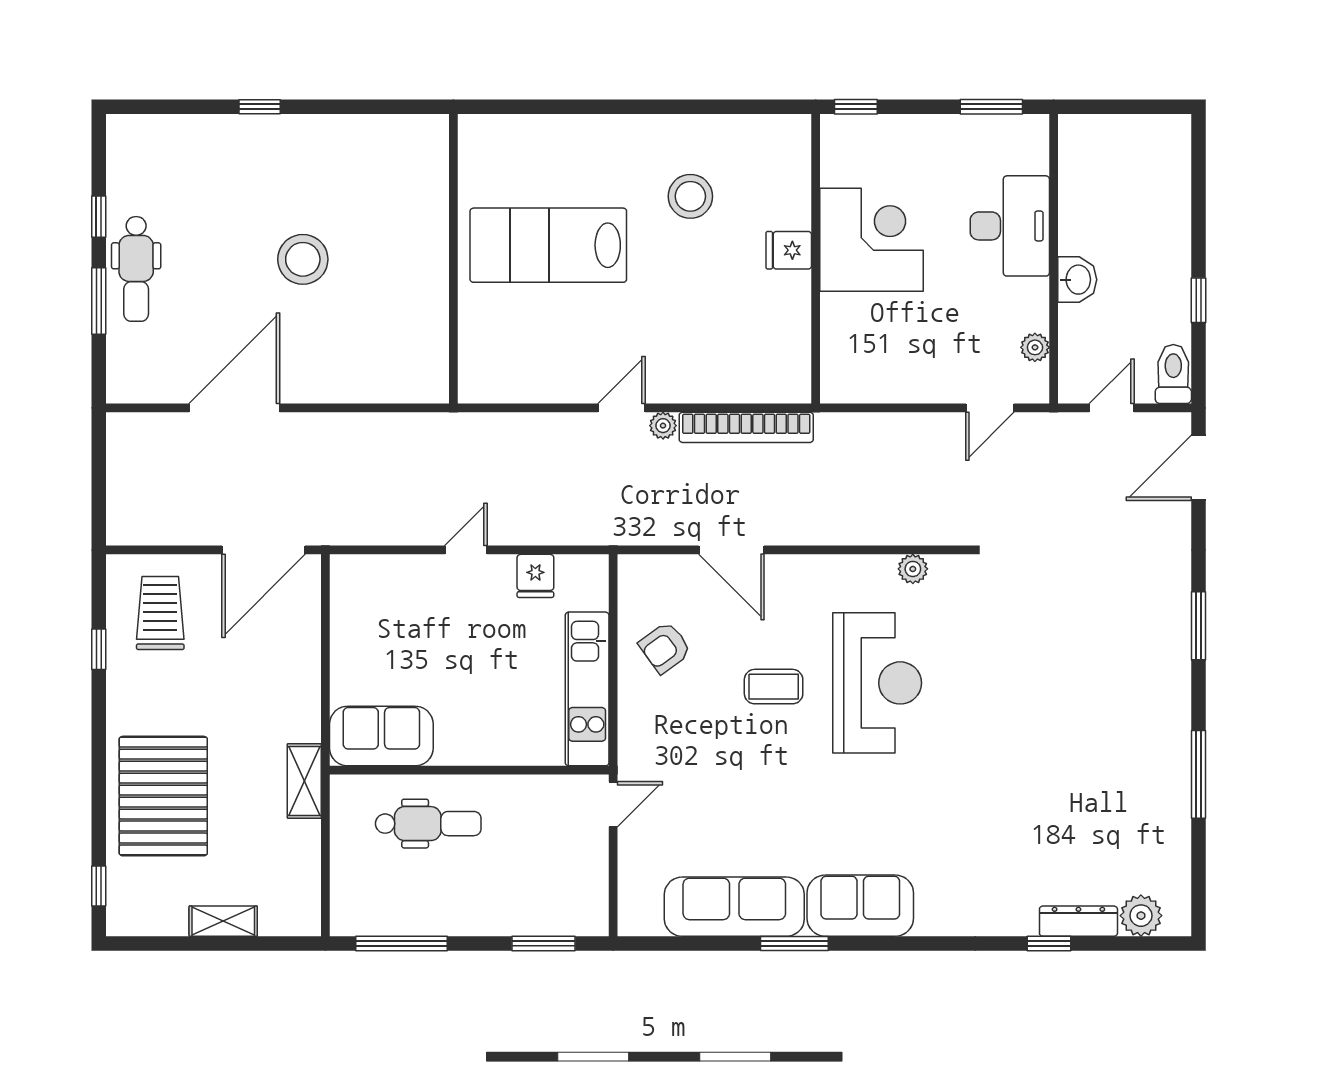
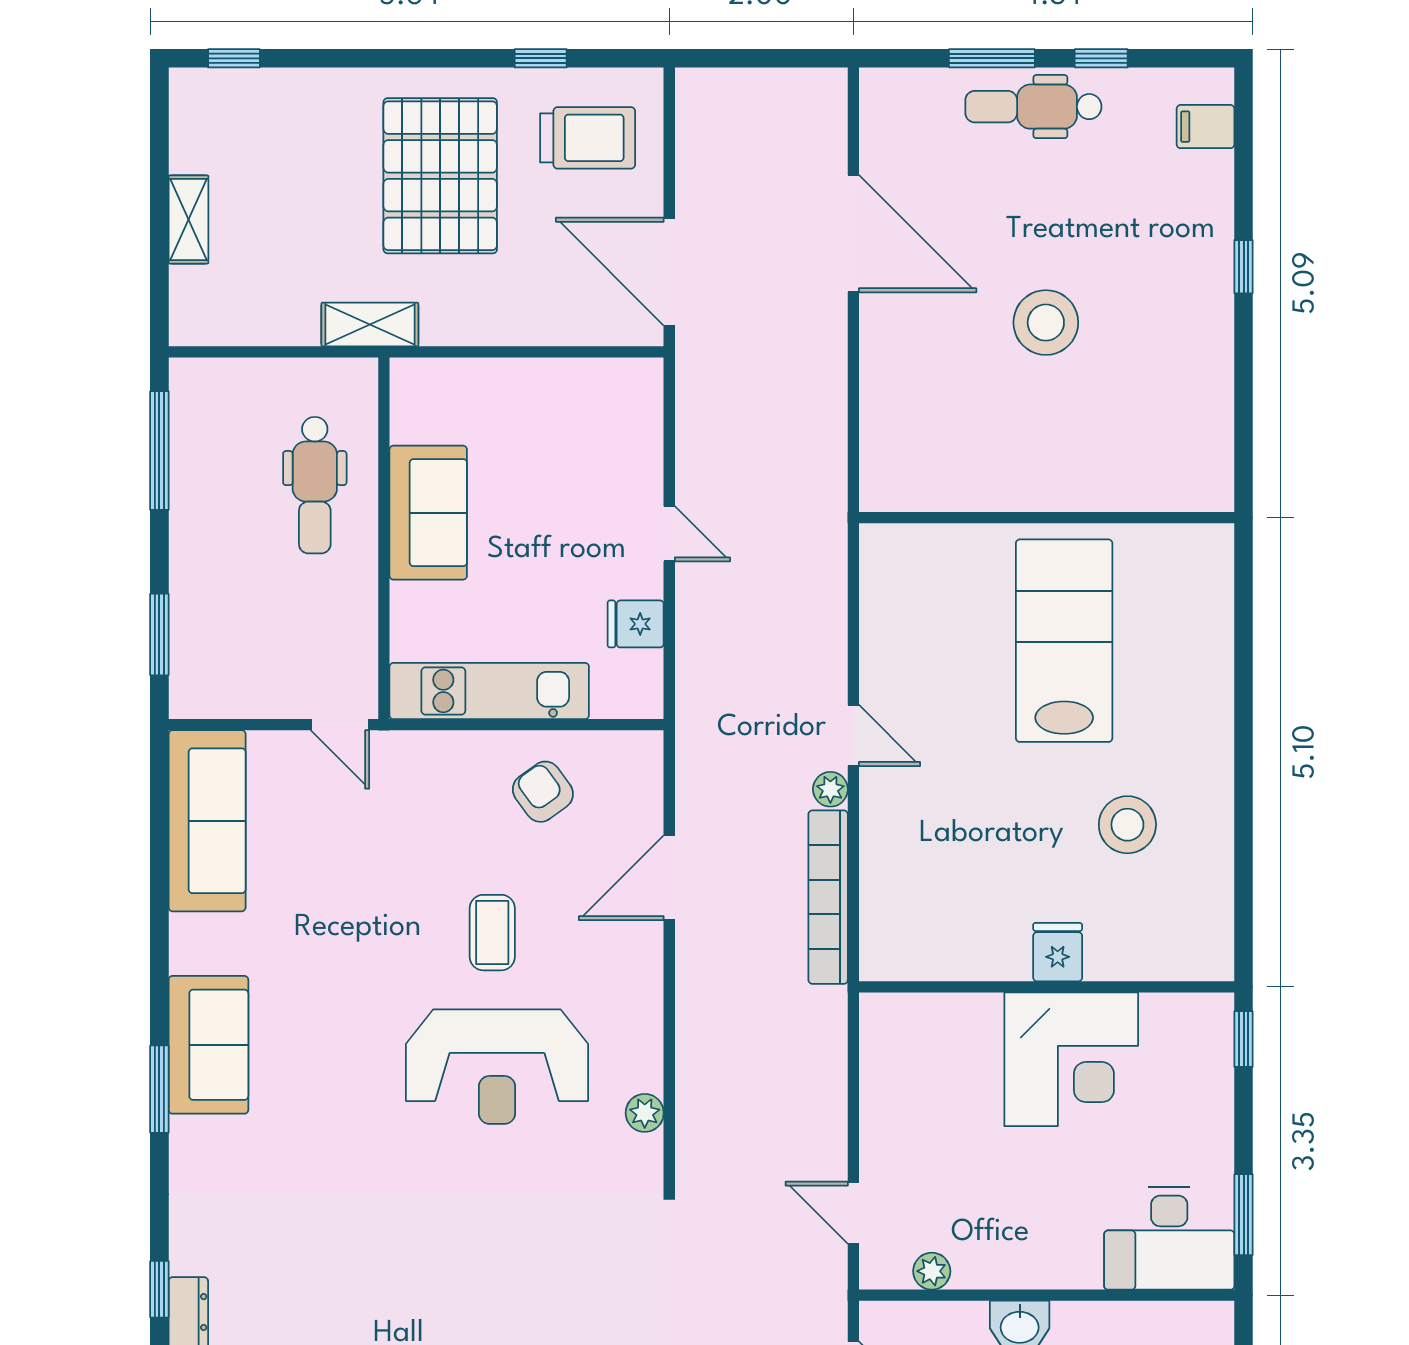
filing cabinet: (152, 136) -> (1205, 127), added
desk: (1010, 226) -> (1169, 1239), moved
sofa: (381, 736) -> (428, 513), moved
pallet: (163, 796) -> (440, 176), moved, turned 90
sofa: (734, 907) -> (207, 821), moved
window: (794, 944) -> (159, 1089), moved

